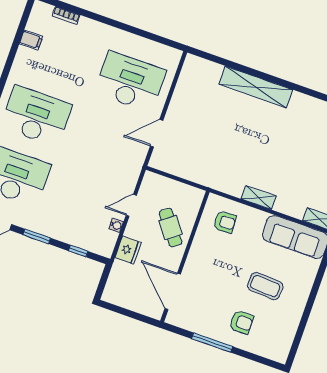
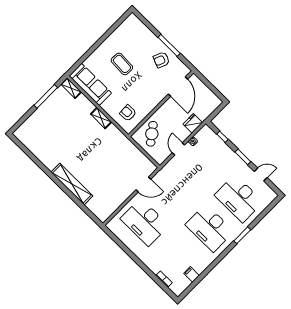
door: (131, 205) -> (178, 149), swing flipped
cafe table: (171, 228) -> (152, 134), moved
armchair: (241, 322) -> (161, 60), moved, turned -68

